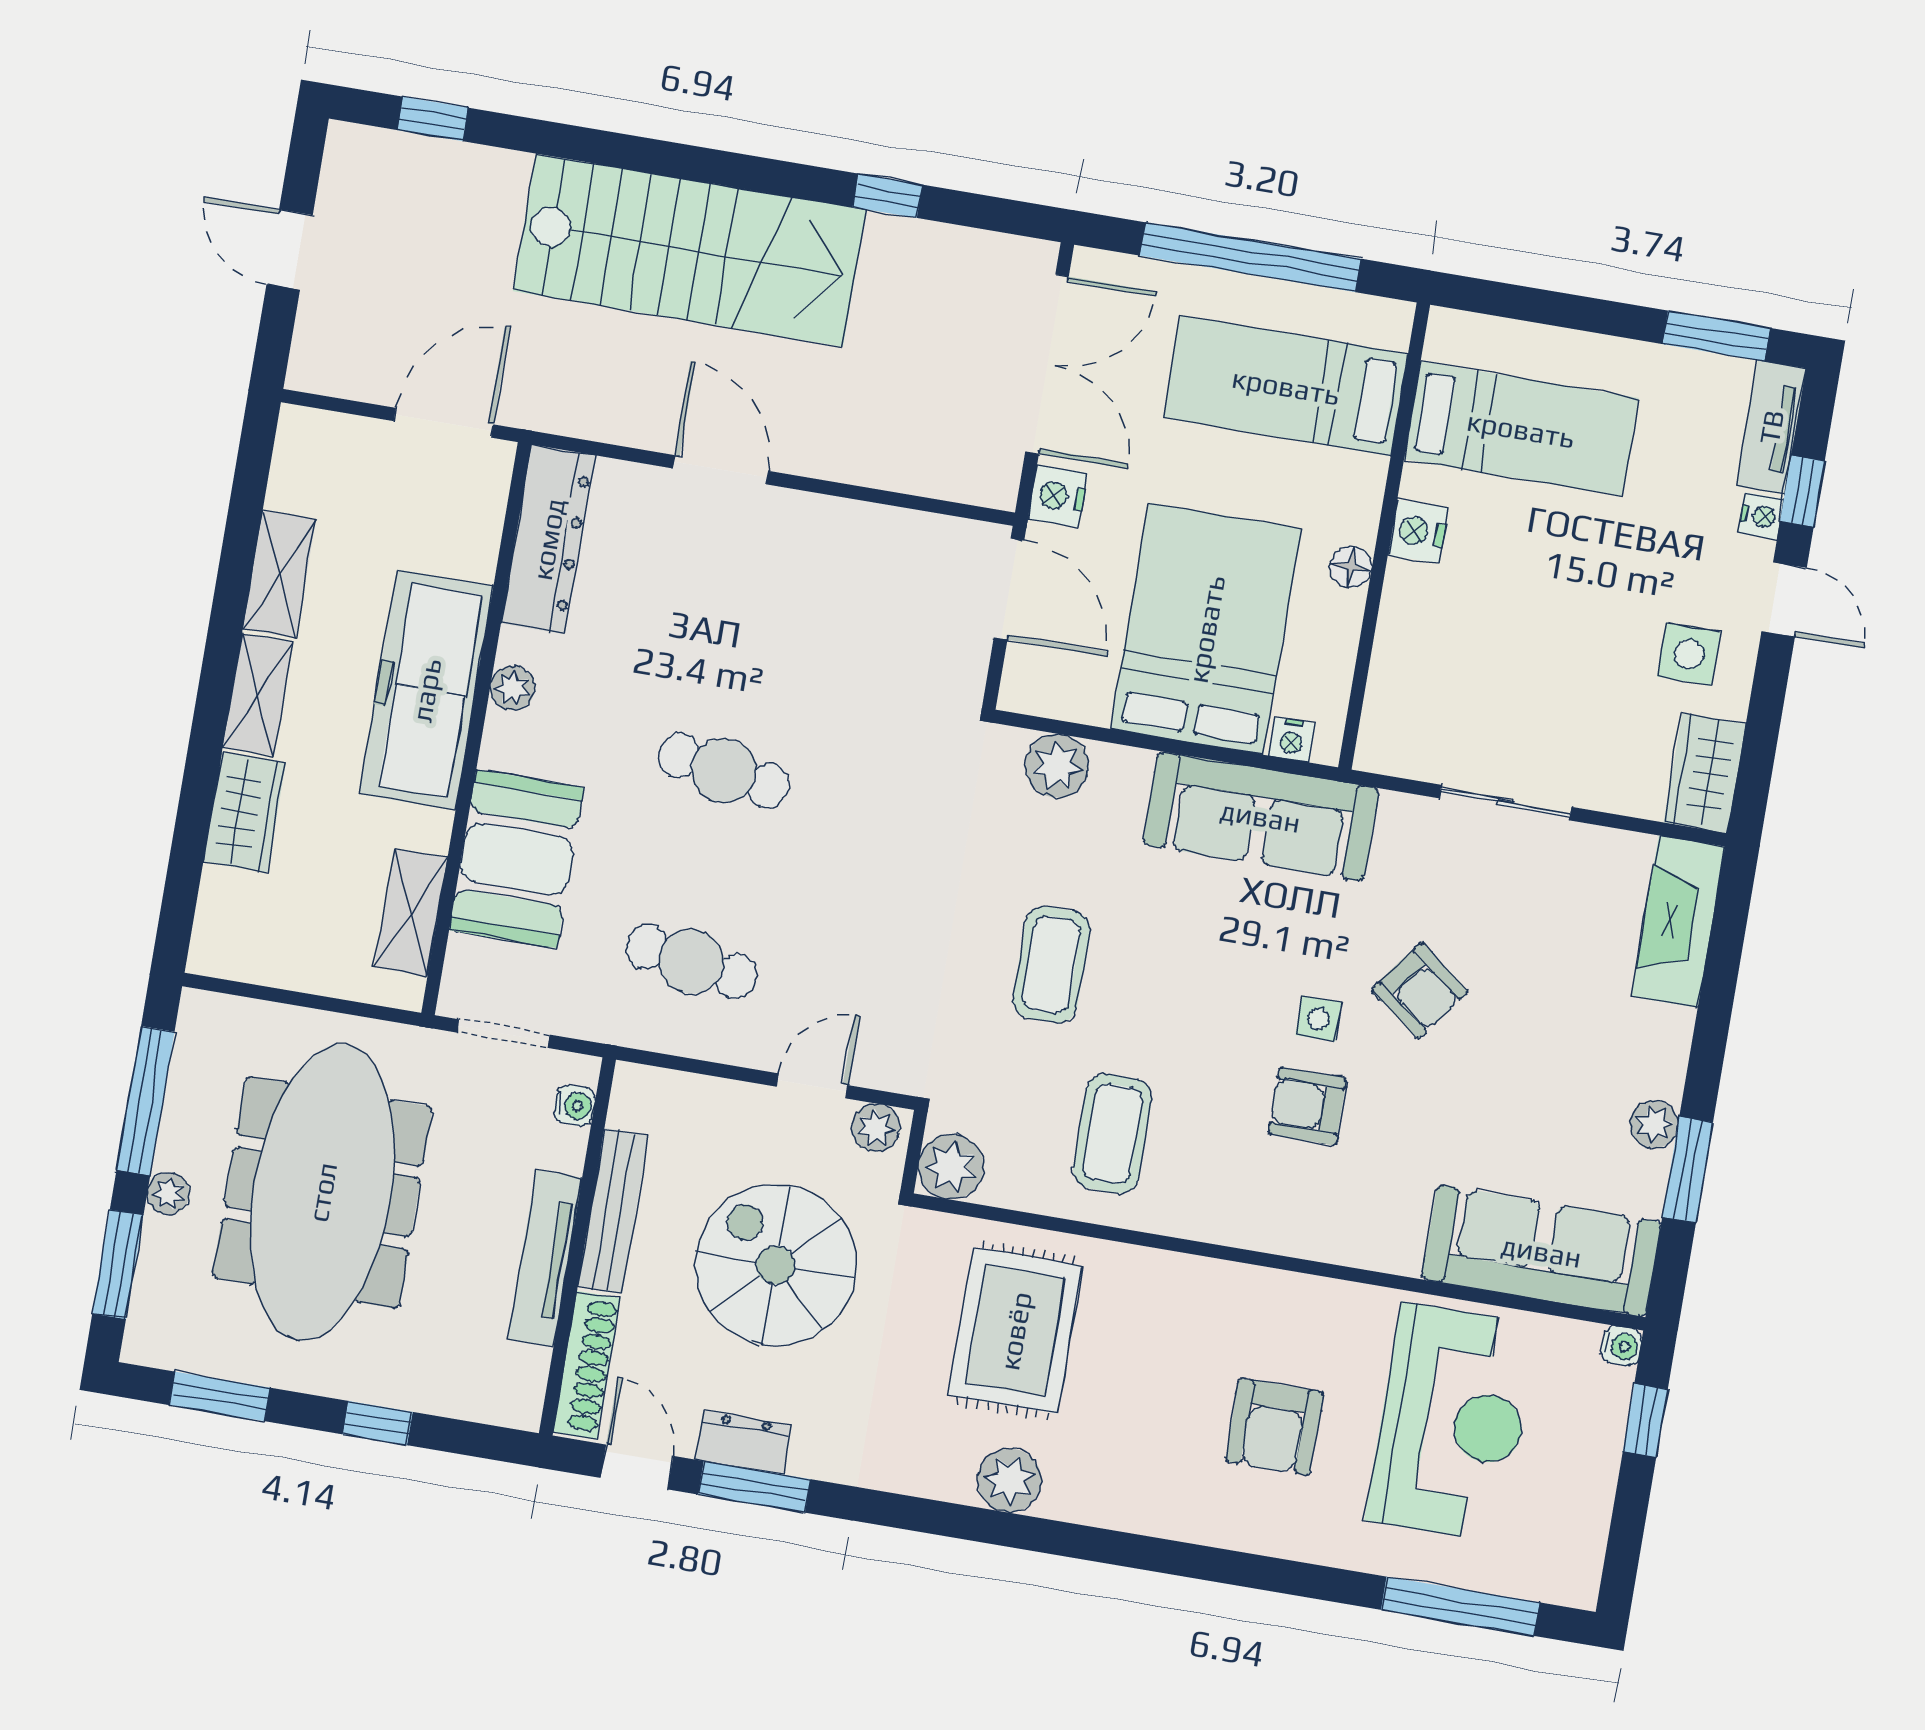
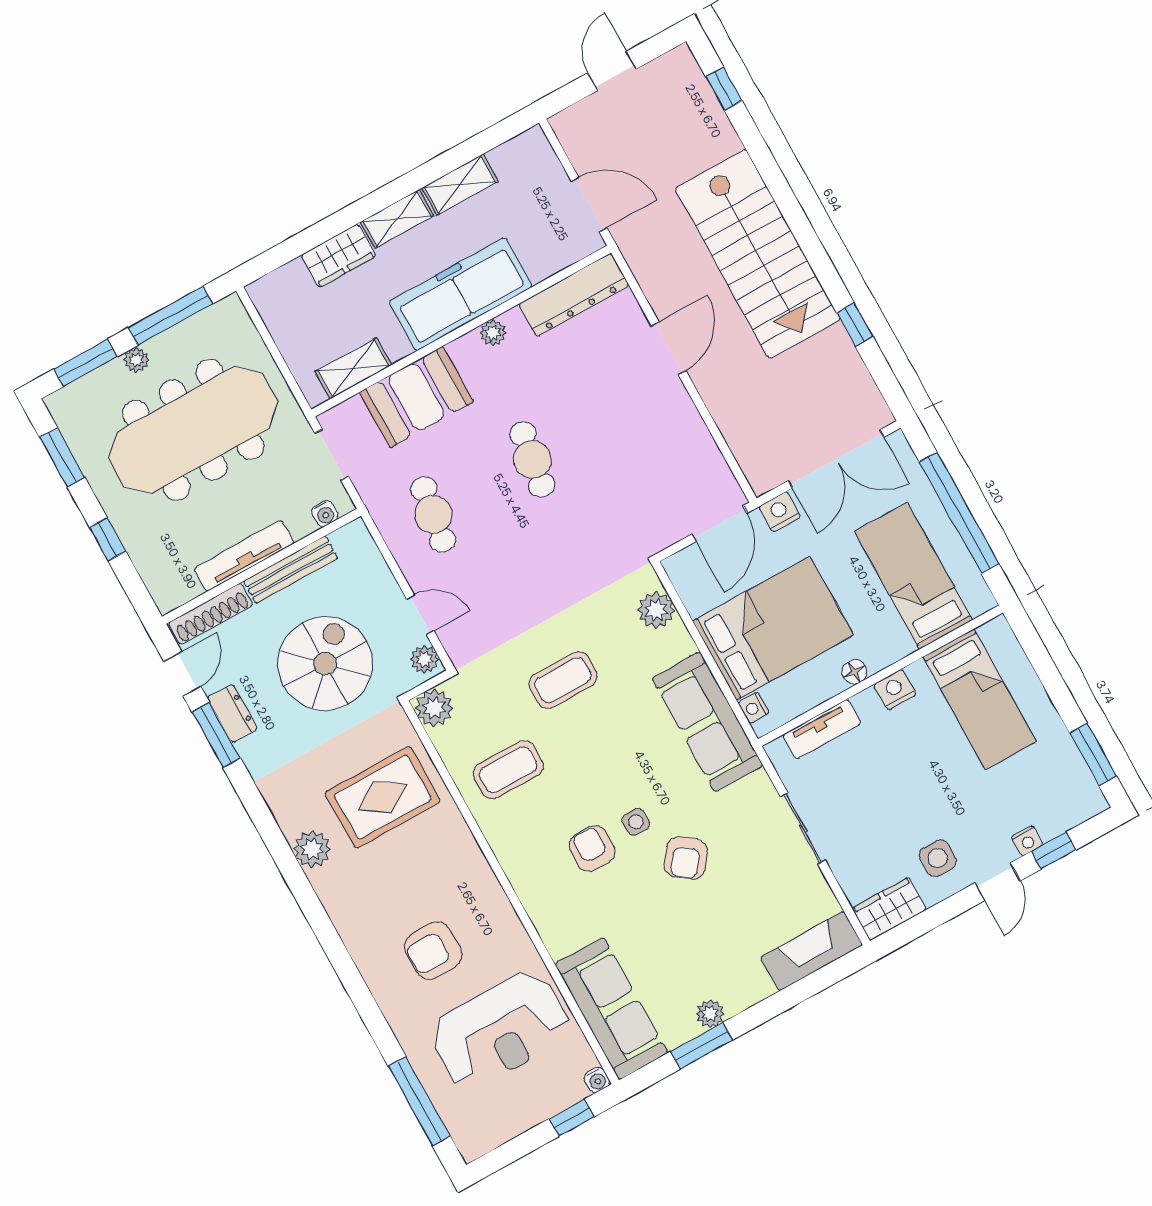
tv unit: (1771, 427) -> (822, 729), moved, turned 180

